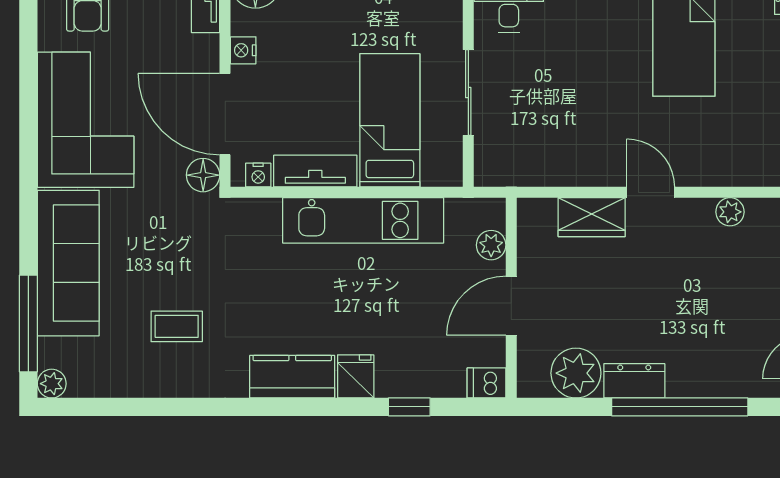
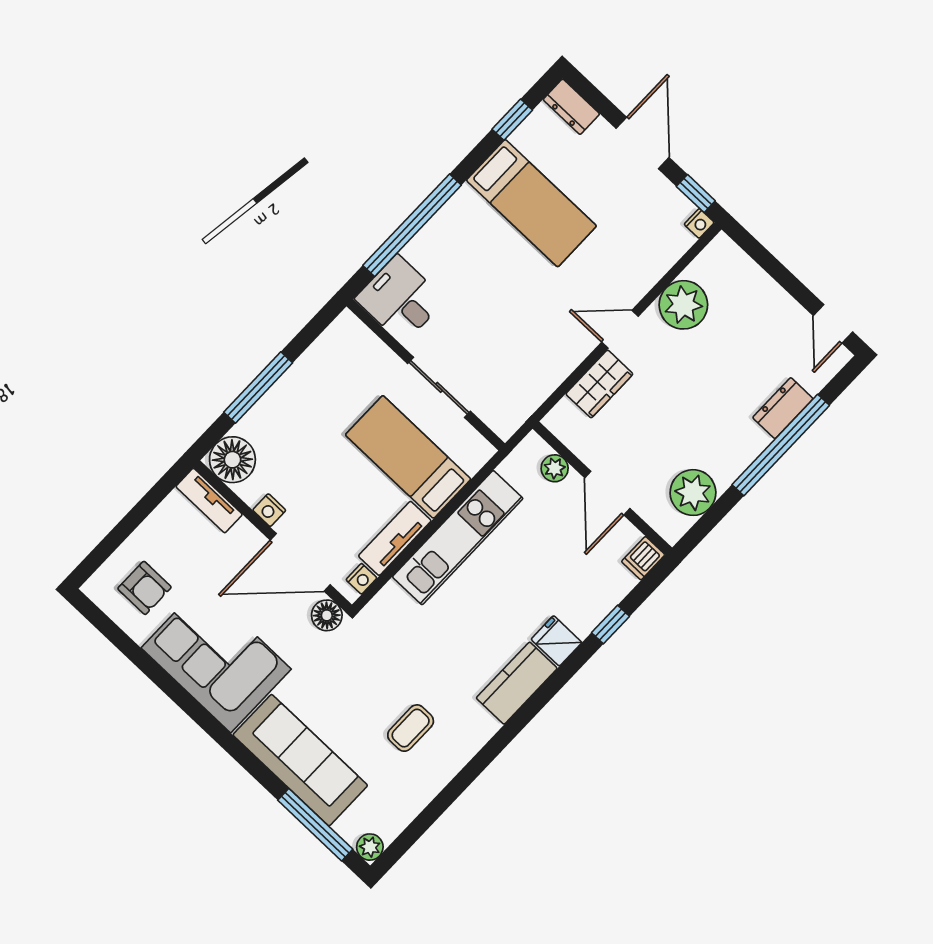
plant: (730, 212) -> (683, 305), width x1.87, depth x1.87
dresser: (634, 381) -> (783, 408), moved

